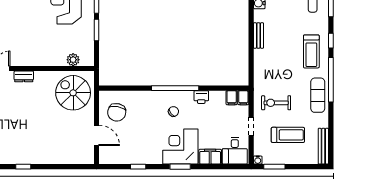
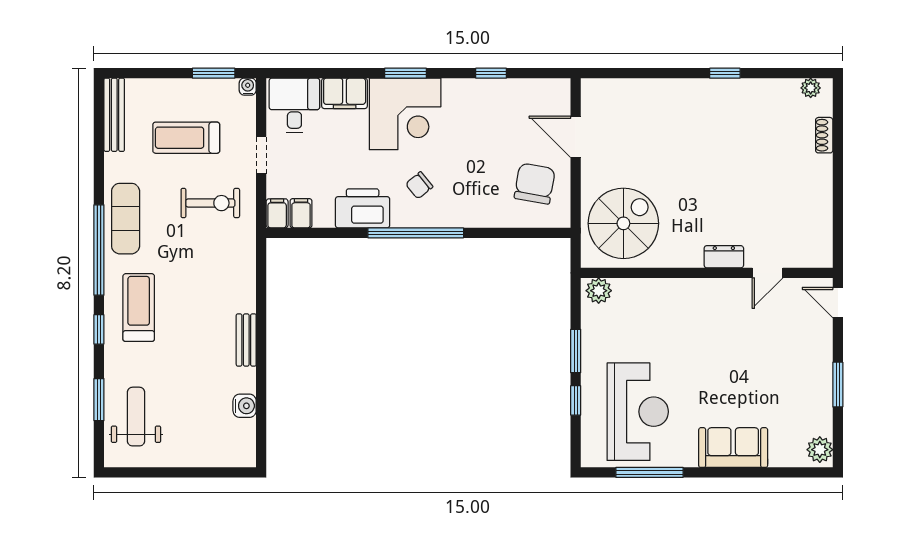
plant: (73, 60) -> (599, 291), moved
spiral stairs: (73, 93) -> (623, 223), turned -90
printer: (201, 97) -> (363, 208), width x1.87, depth x1.48

